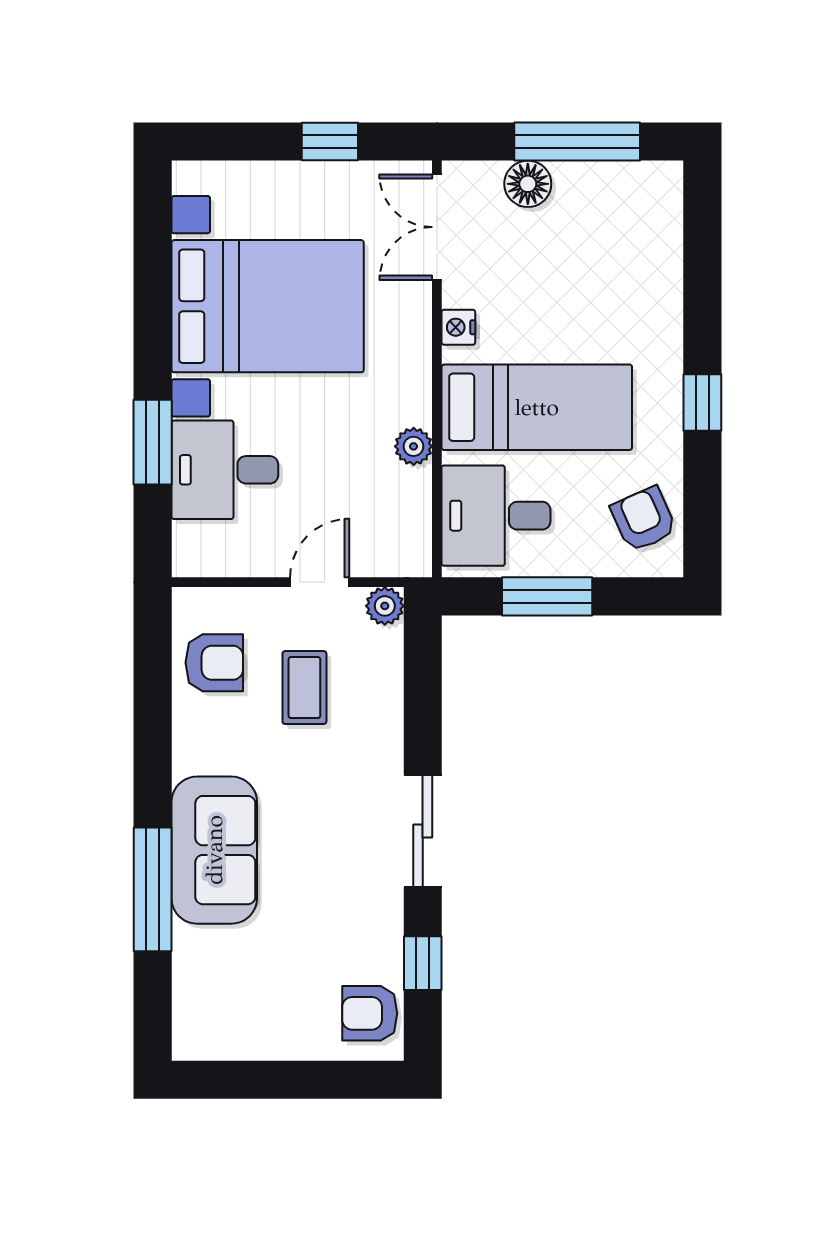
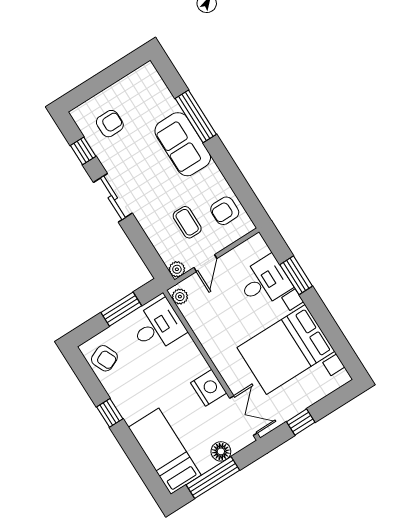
nightstand: (458, 327) -> (209, 388), width x1.89, depth x1.79
bed: (537, 407) -> (165, 451), moved, turned 90
plant: (414, 446) -> (180, 297), moved
armchair: (370, 1013) -> (110, 124), moved

